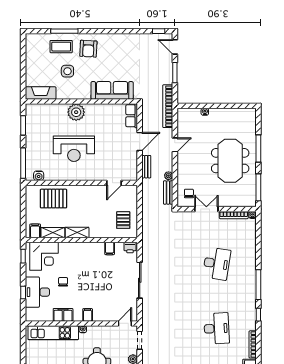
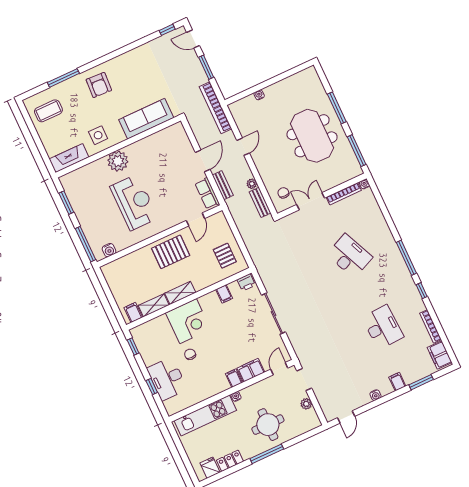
coffee table: (61, 47) -> (48, 111), moved
side table: (67, 71) -> (98, 135), moved
row of seats: (132, 116) -> (207, 193), moved
reception desk: (74, 149) -> (134, 202), turned -90
pallet: (53, 199) -> (171, 252), moved
corner desk: (44, 256) -> (188, 321), moved
desk: (217, 264) -> (350, 256), turned -33
filing cabinet: (63, 315) -> (251, 370), moved

